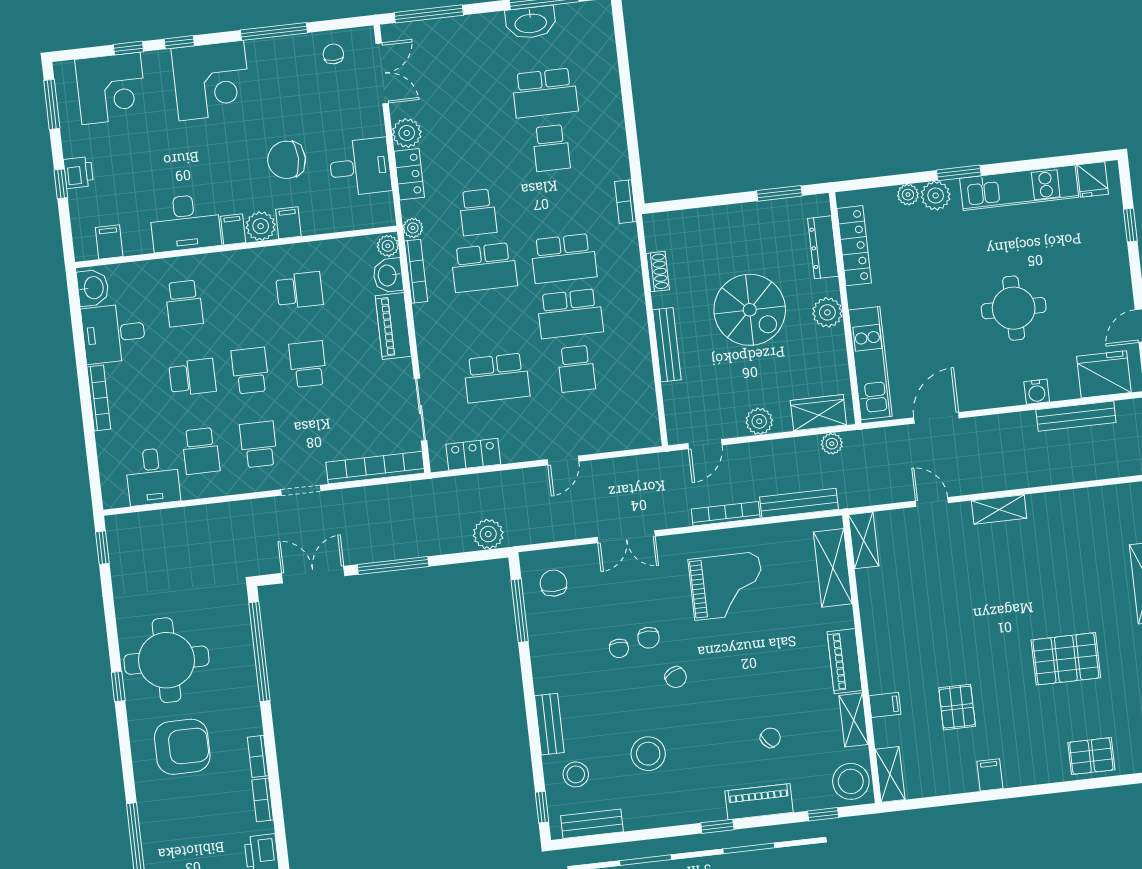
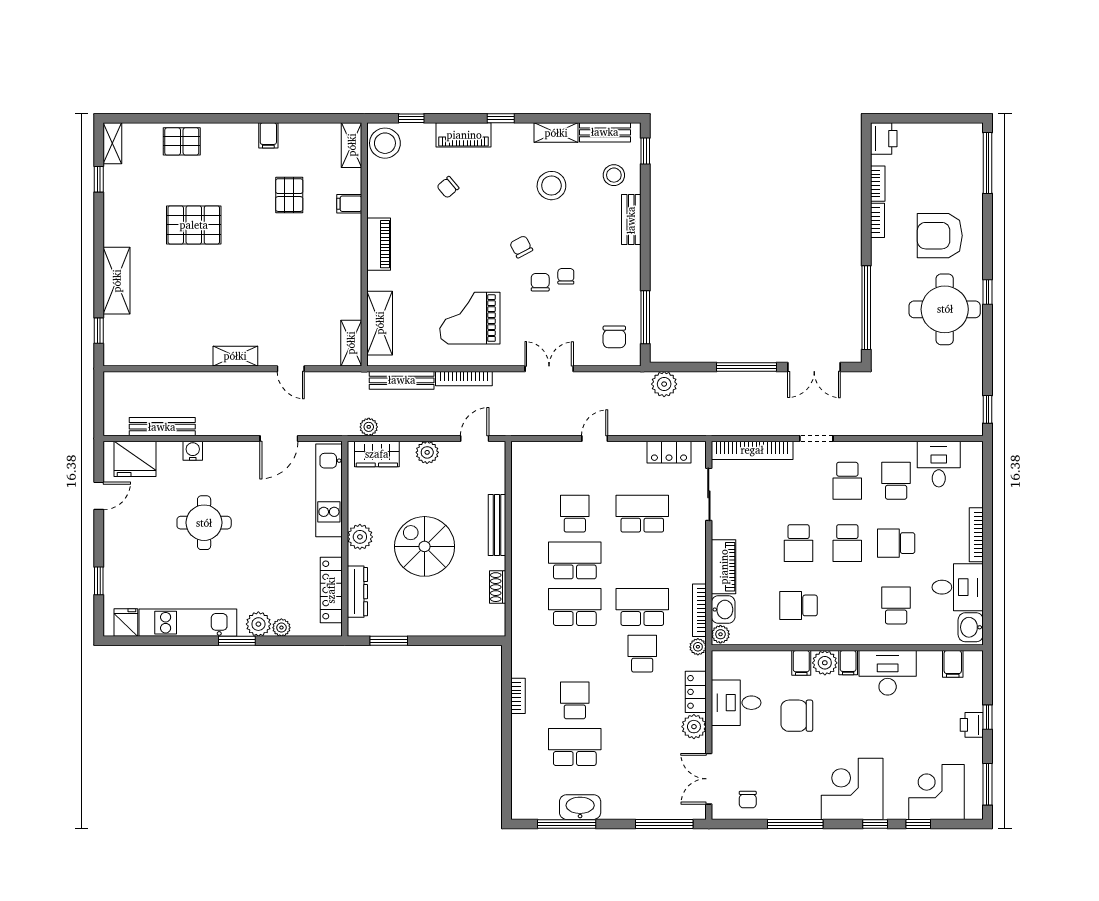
chair: (287, 160) -> (797, 716), turned 180
bookcase: (625, 202) -> (518, 696), moved
shelving: (854, 720) -> (556, 133), moved, turned 90

